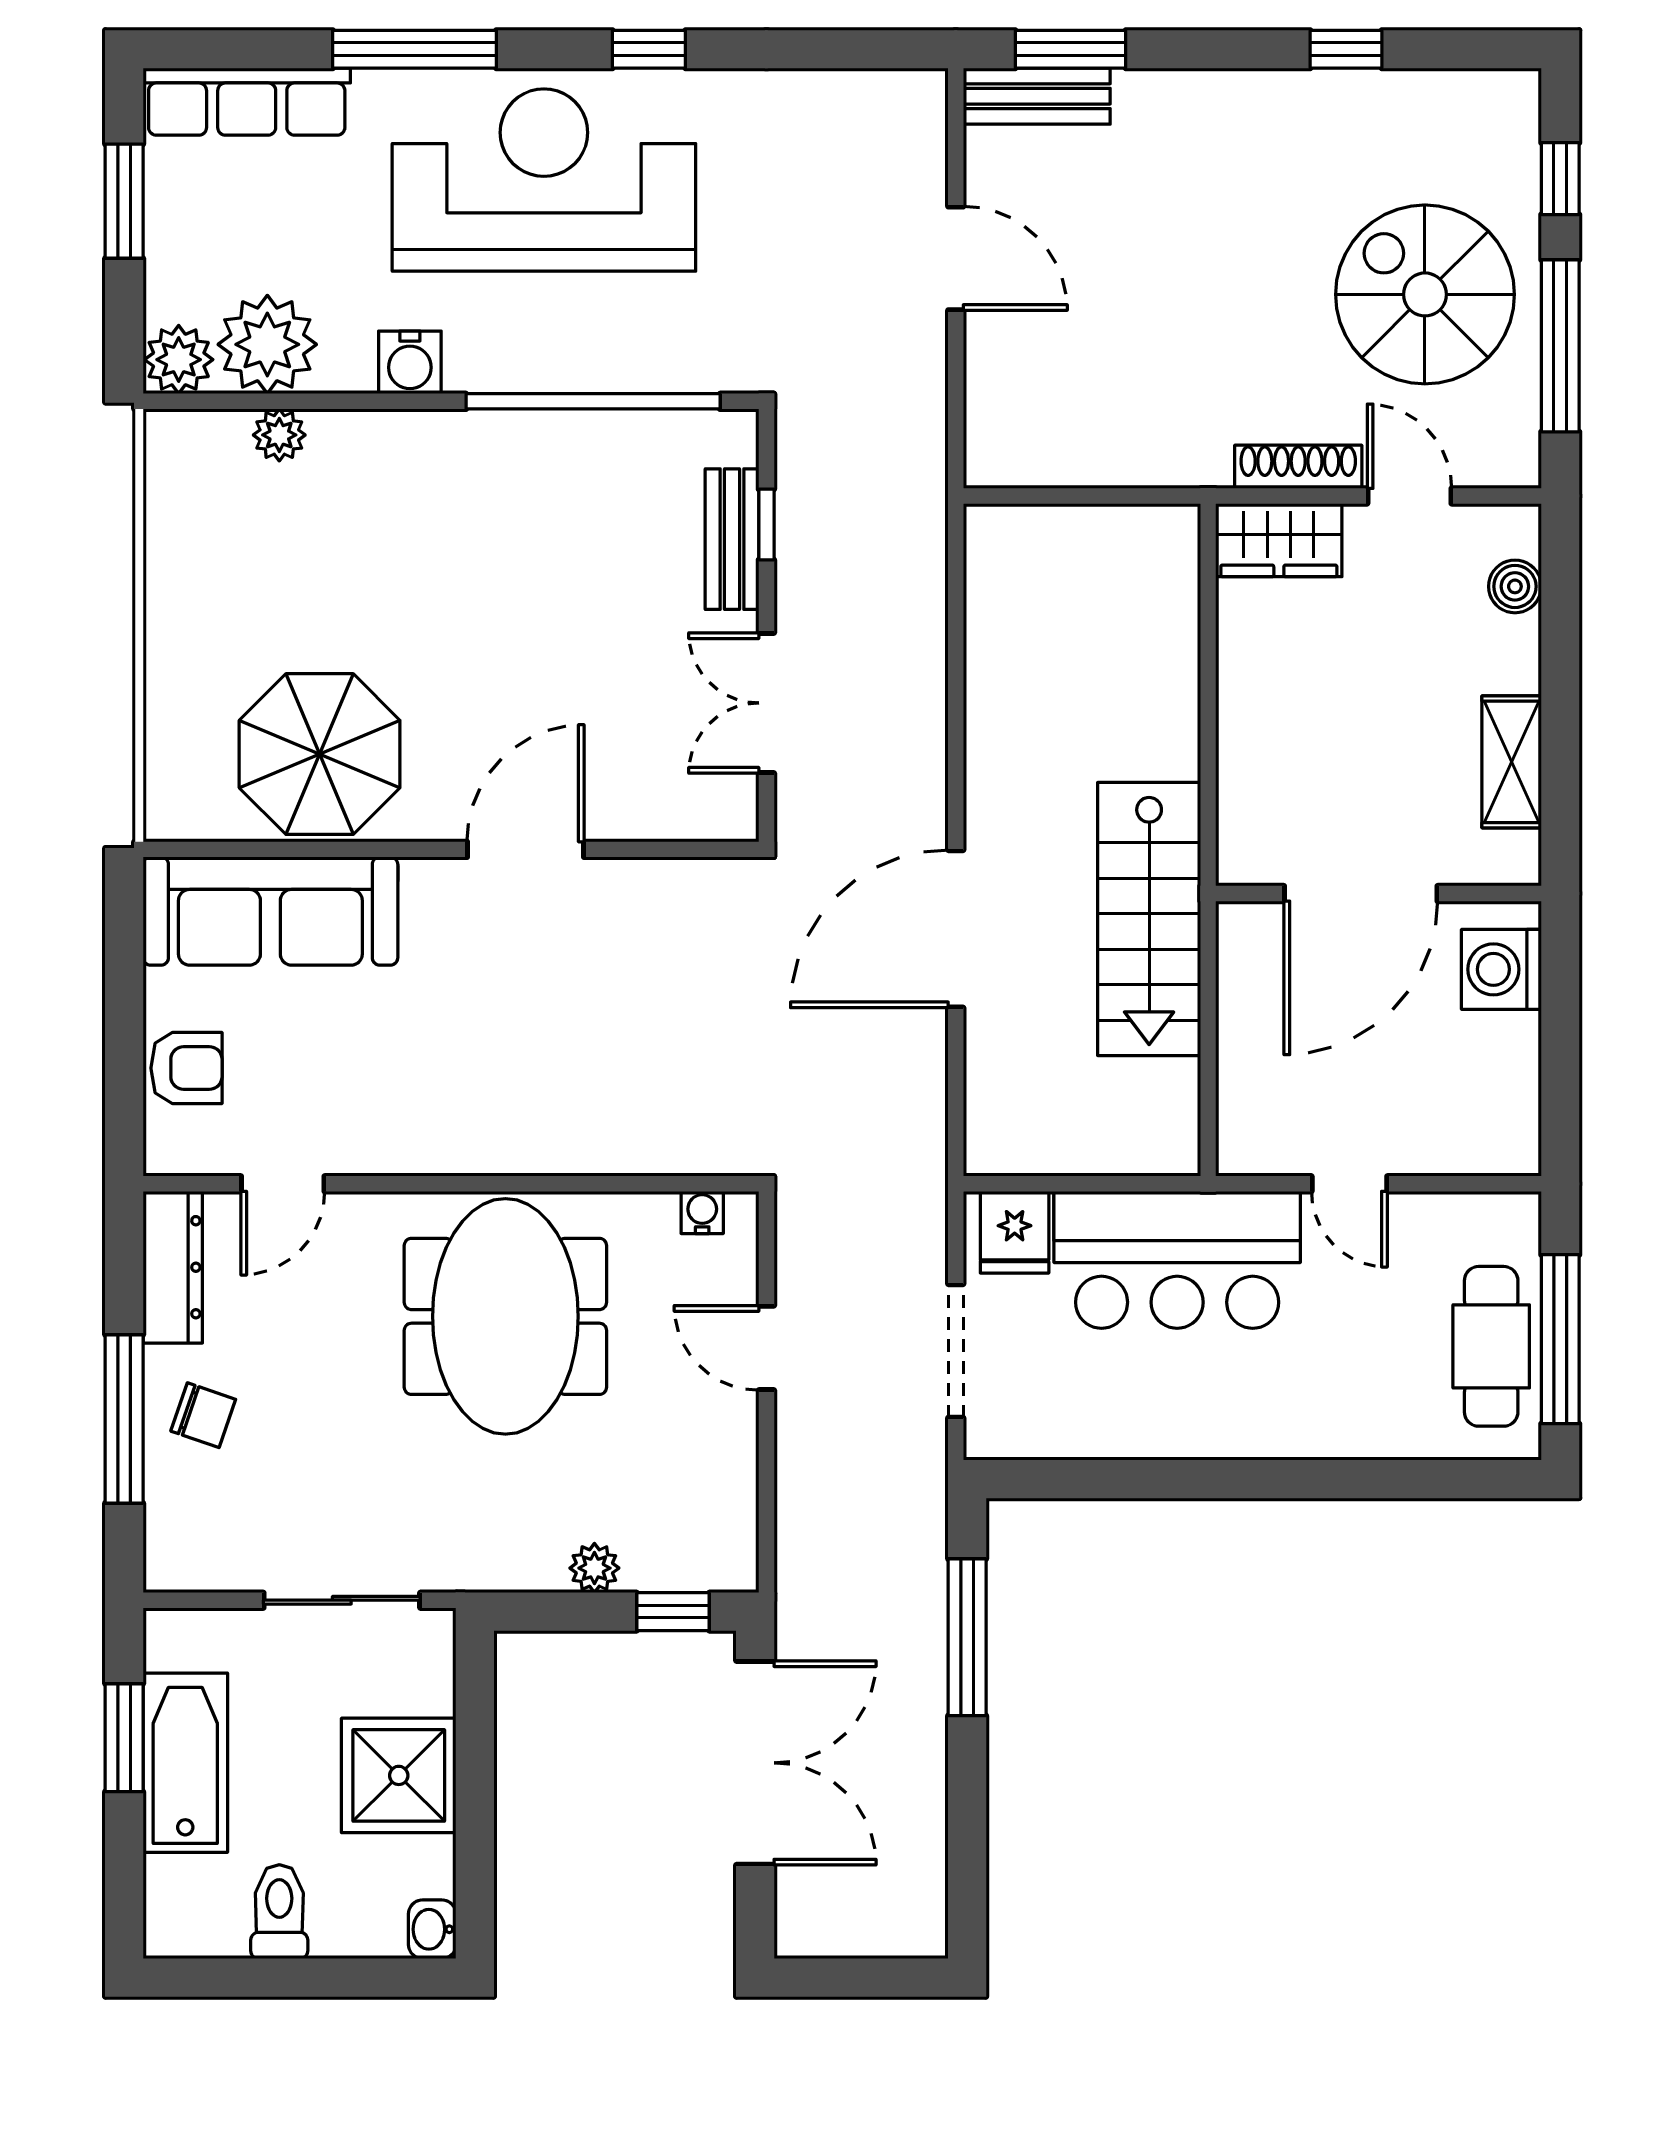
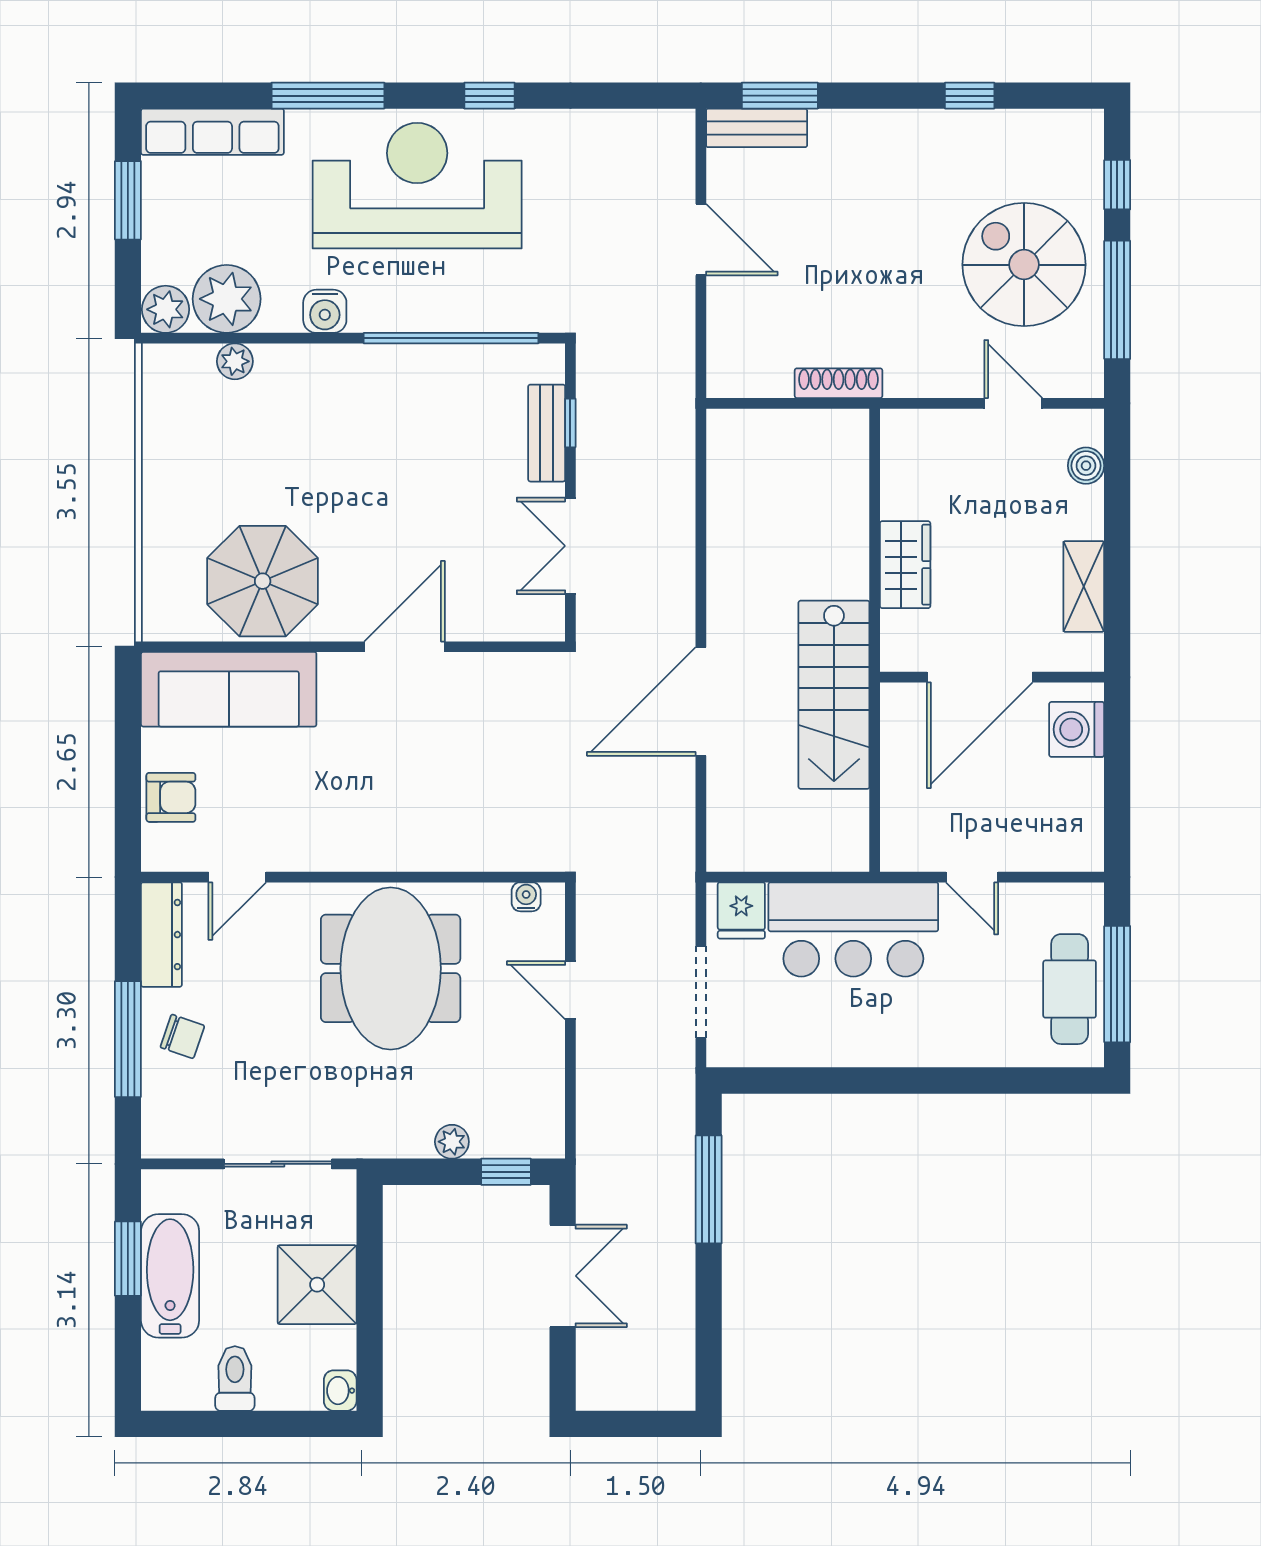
shoe rack: (1298, 467) -> (839, 383), moved
wardrobe: (1279, 540) -> (905, 565), moved, turned -90
double door: (755, 1763) -> (563, 1276), width x0.73

